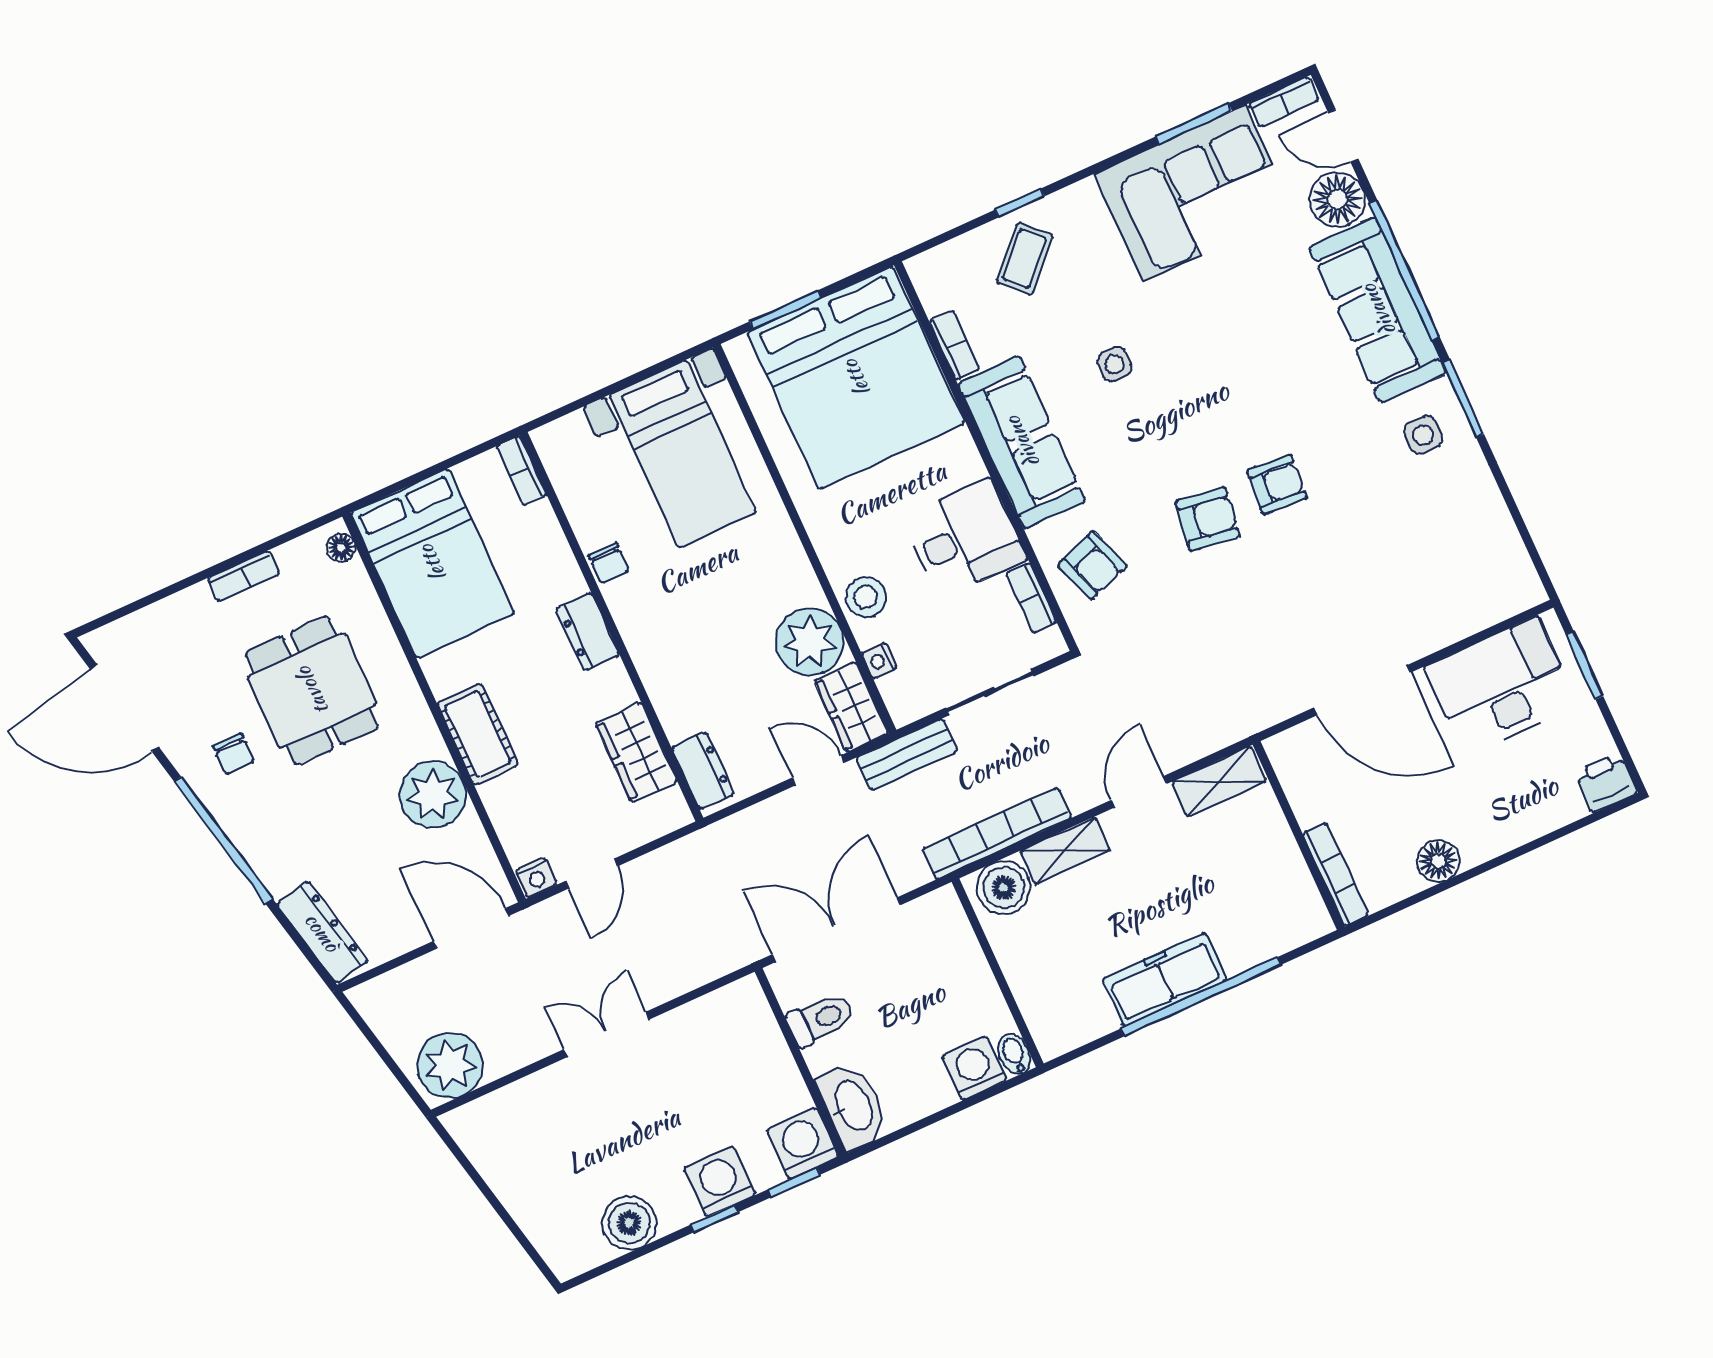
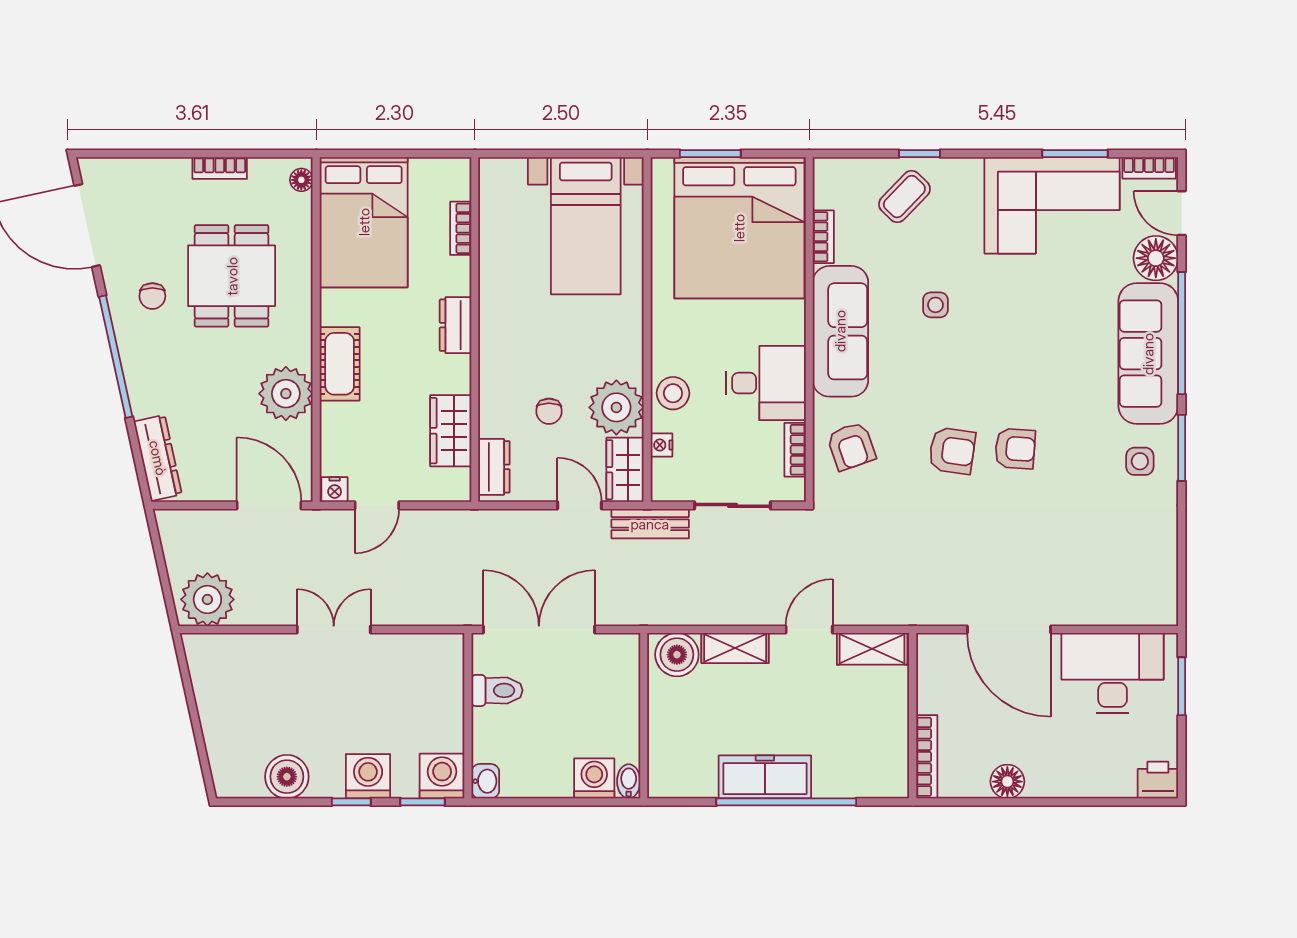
bookcase: (521, 471) -> (461, 228), moved
chair: (609, 563) -> (549, 411), moved
bookcase: (997, 833) -> (690, 612), removed
washbasin: (853, 1106) -> (485, 781), width x0.52, depth x0.69

